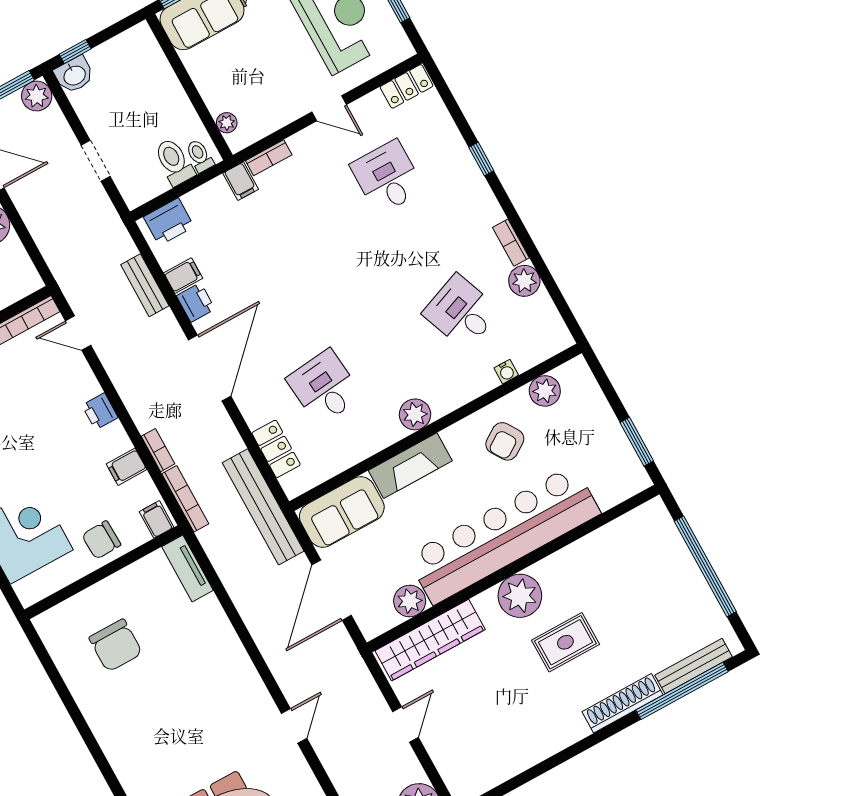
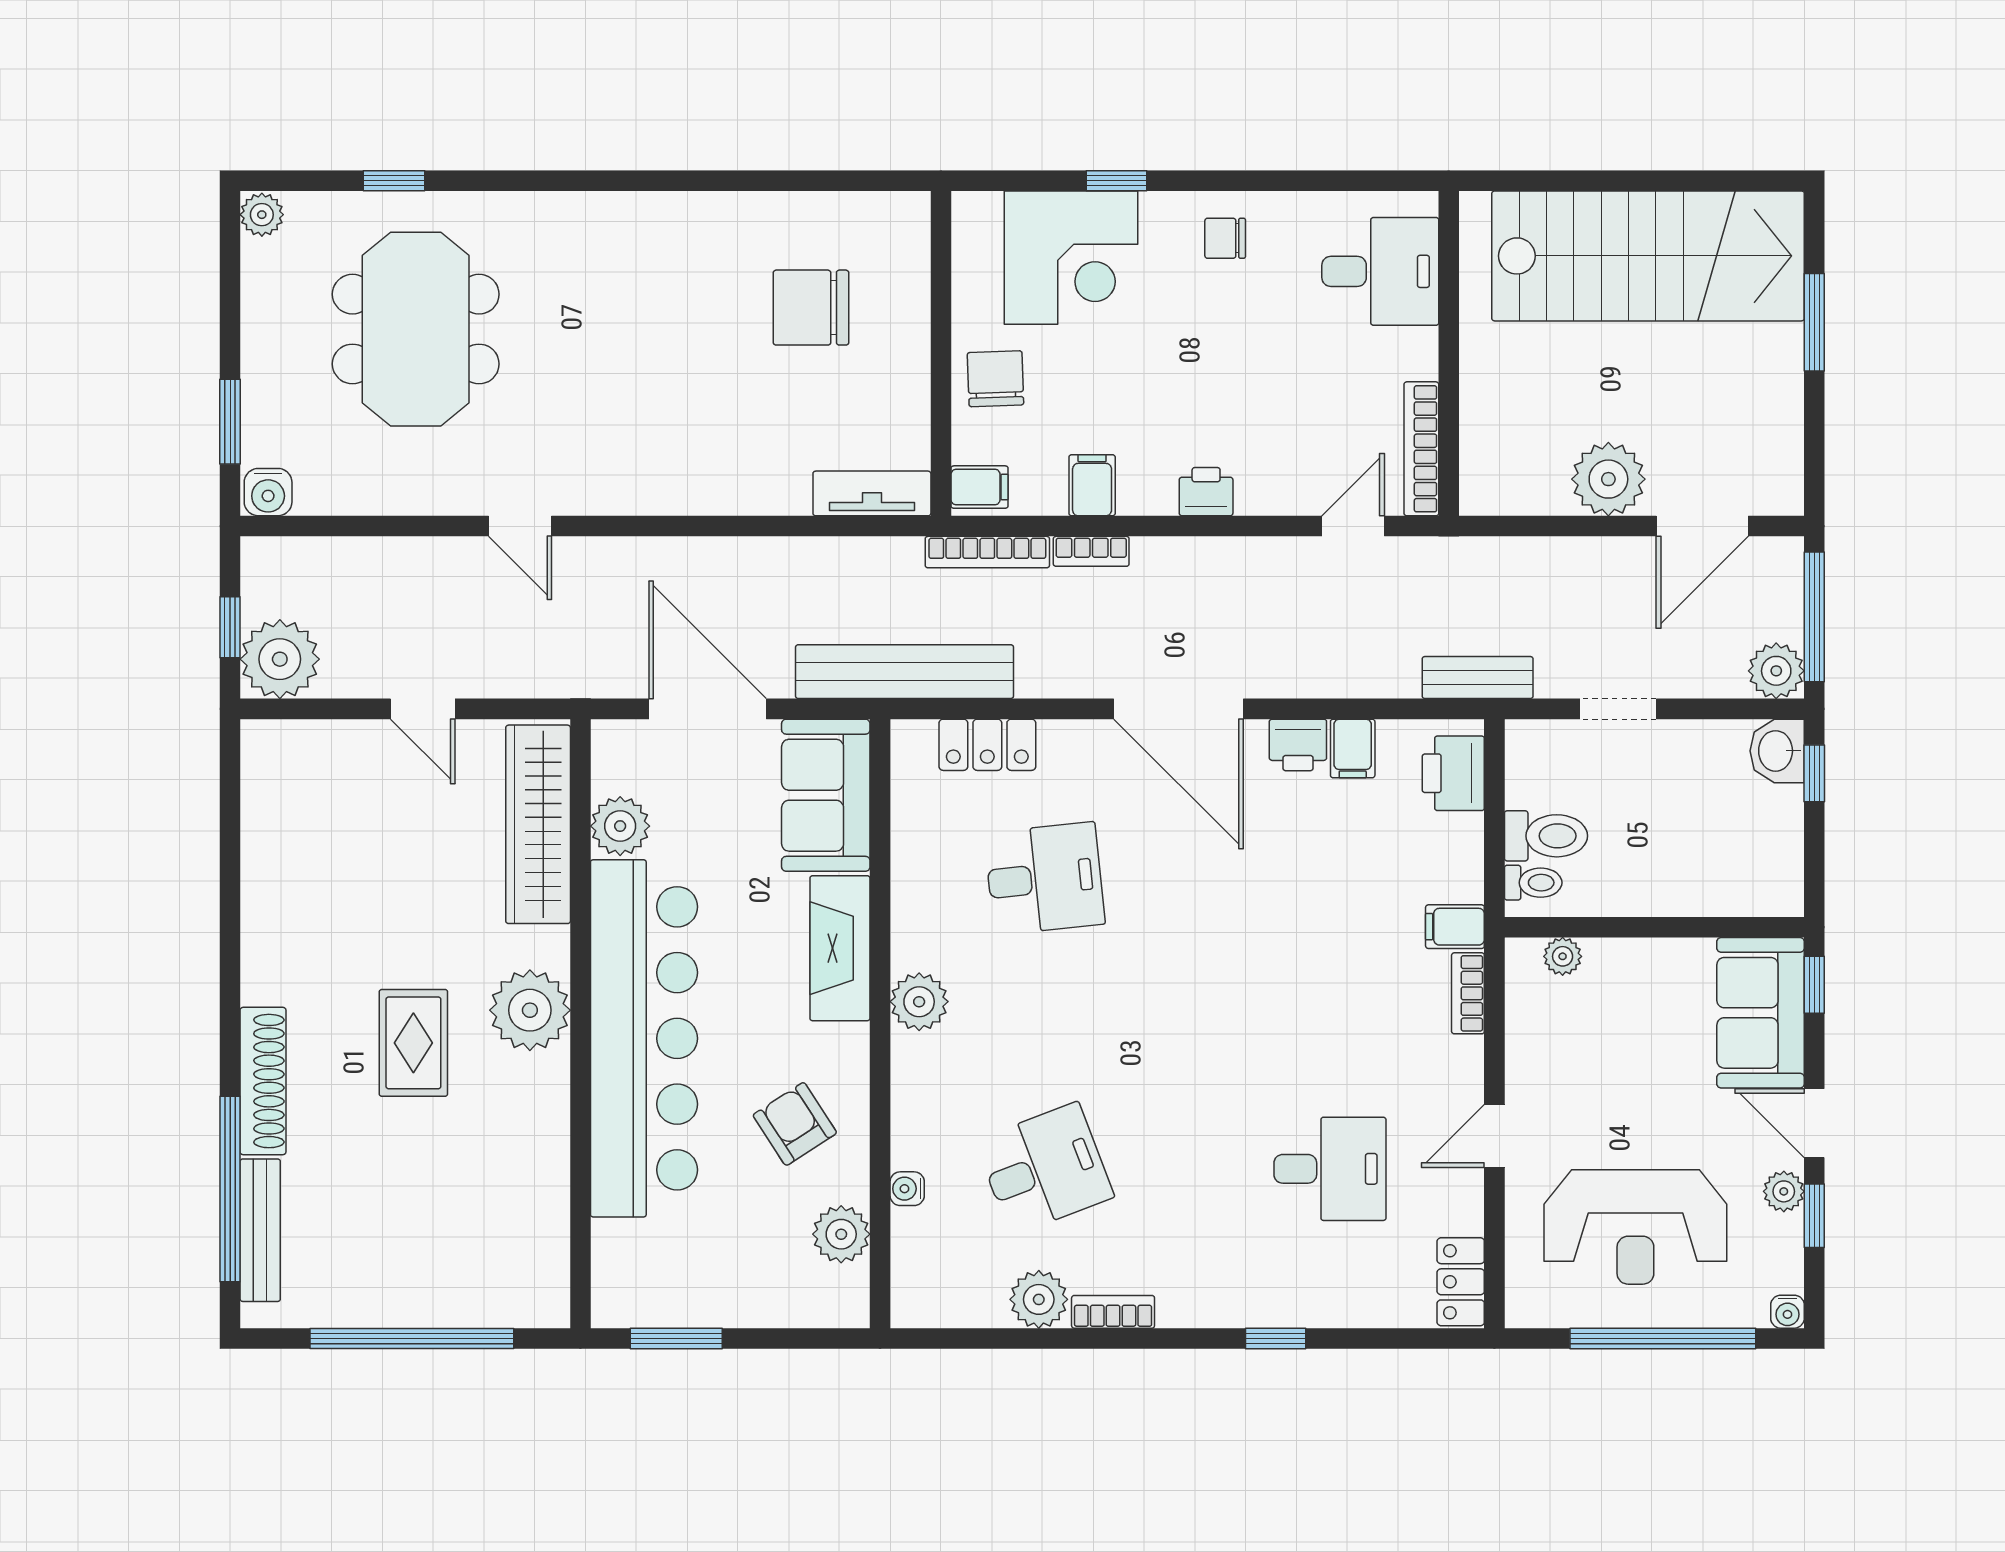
bench: (145, 285) -> (1478, 678), moved

